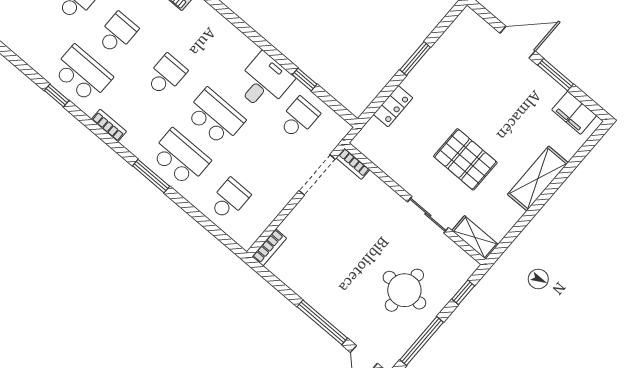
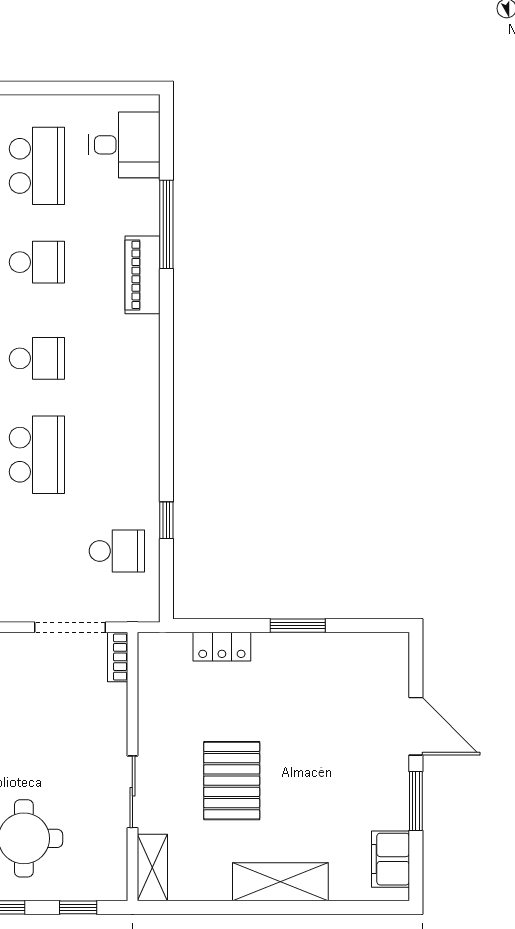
desk: (264, 82) -> (124, 476), removed

